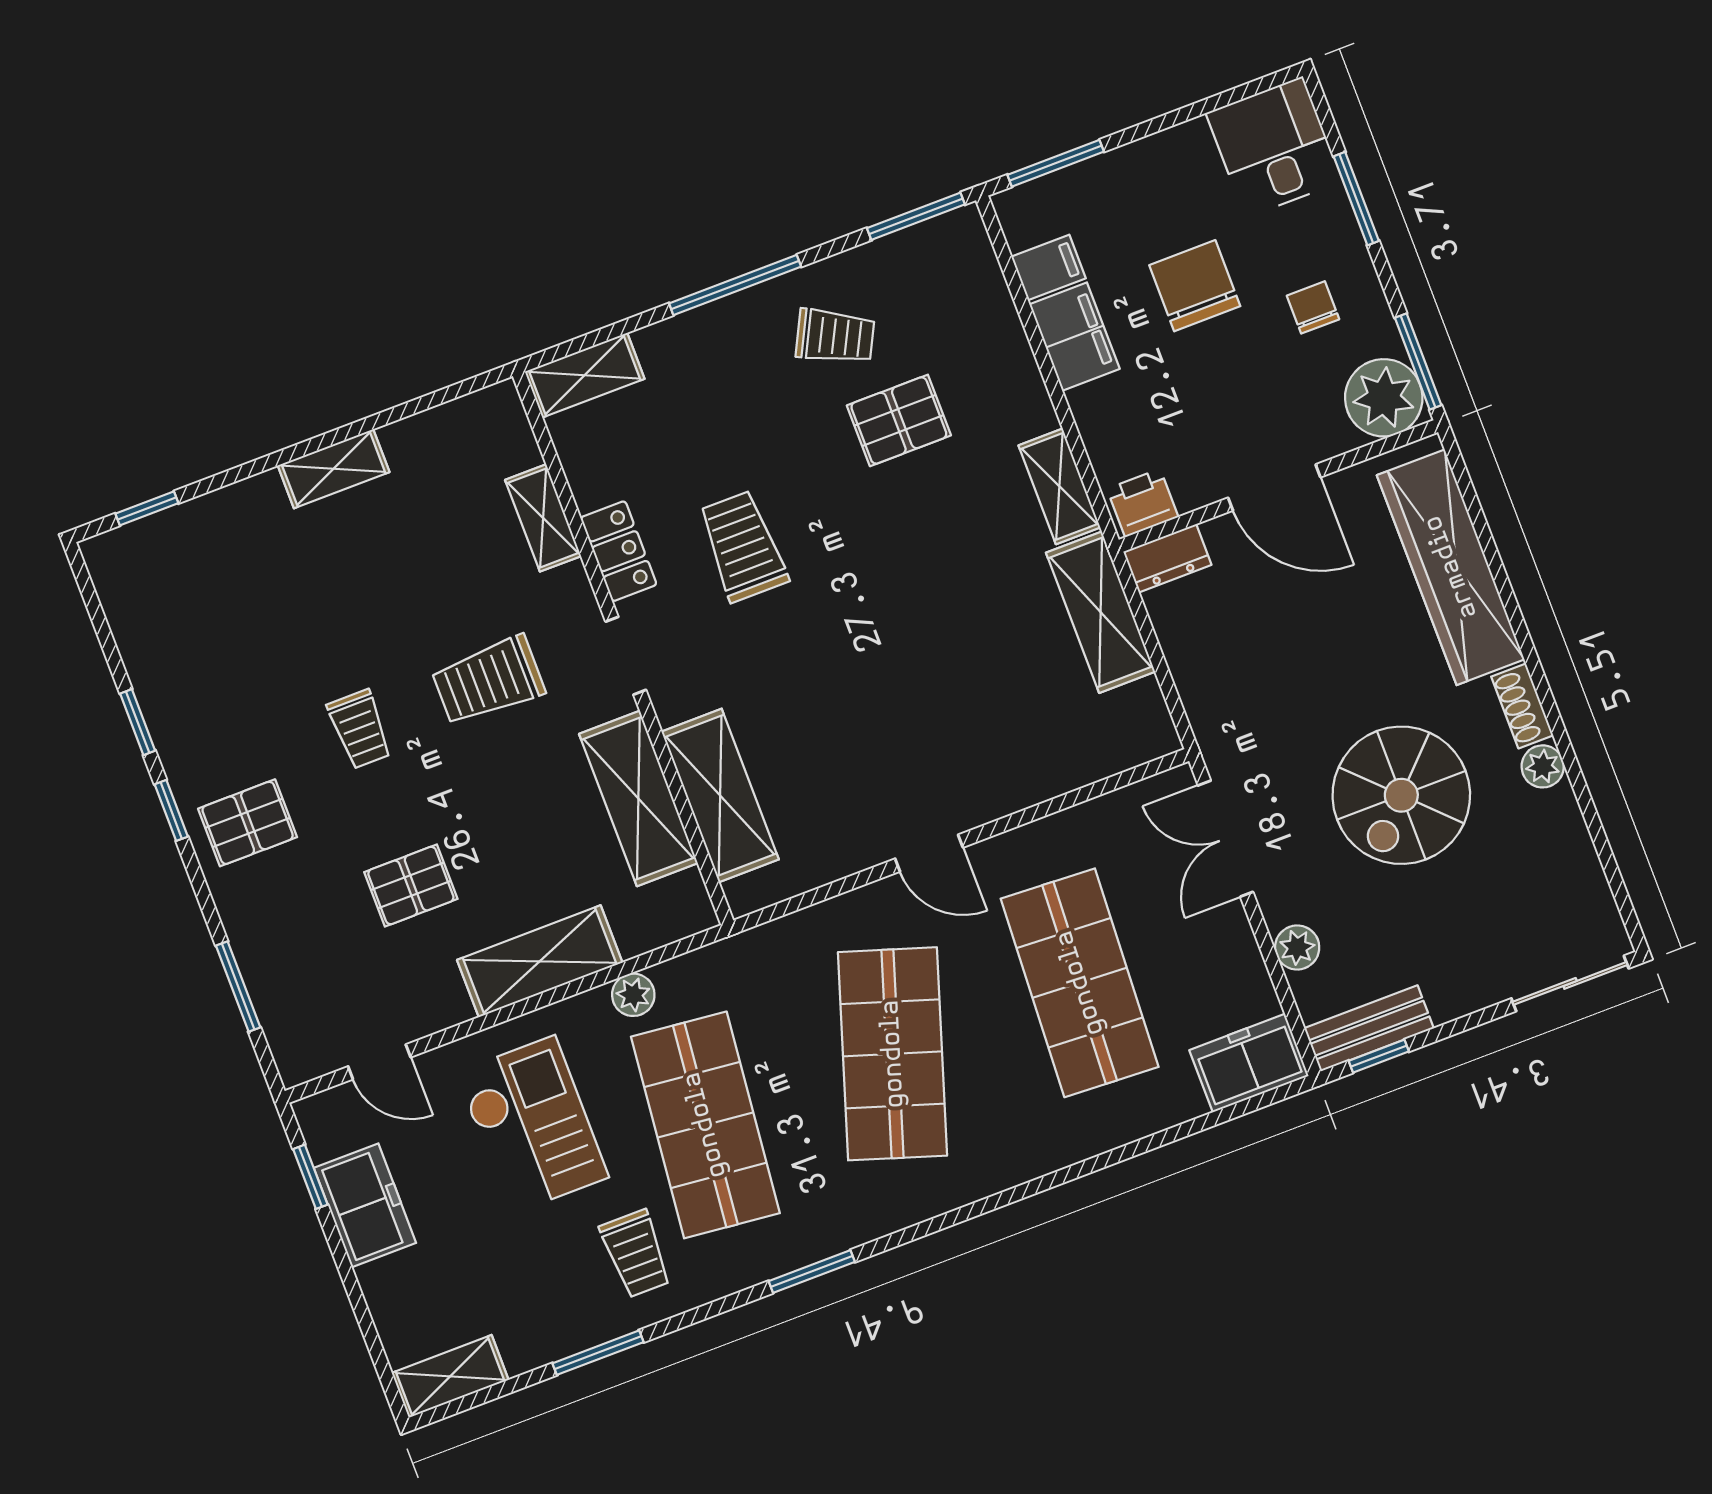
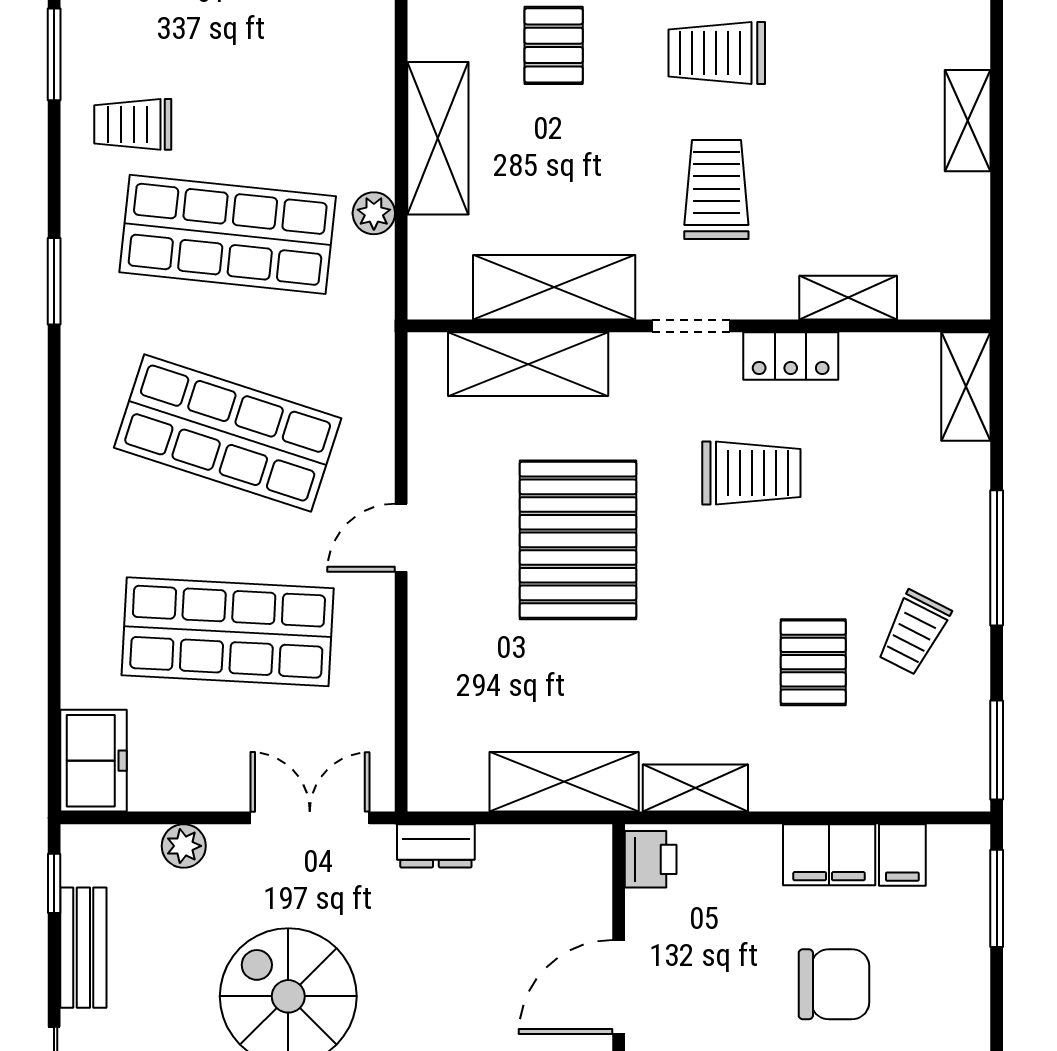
dresser: (1167, 558) -> (436, 846), moved, turned -90
pallet: (868, 686) -> (578, 540), added
trolley: (360, 729) -> (717, 53), width x1.36, depth x1.39
bench: (1369, 1028) -> (83, 948), moved
checkout: (532, 1125) -> (289, 74), removed

